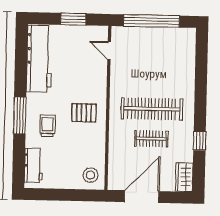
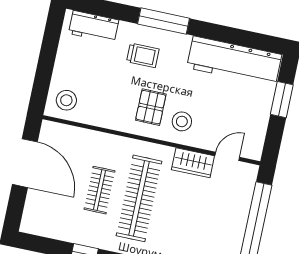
window: (73, 19) -> (282, 100), moved
stool: (90, 88) -> (182, 121), added
wardrobe: (184, 177) -> (193, 163), moved, turned 180

